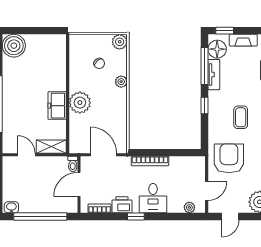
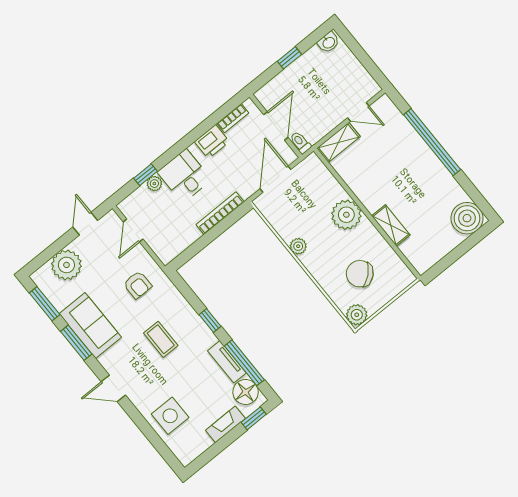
chair: (99, 63) -> (360, 274), width x1.87, depth x1.87
shelving: (60, 76) -> (391, 225), added
plant: (121, 82) -> (298, 246), moved
freezer: (57, 106) -> (368, 192), removed
door: (103, 155) -> (275, 179), swing flipped
armchair: (229, 158) -> (138, 285), width x0.53, depth x0.53
plant: (189, 207) -> (154, 184), moved
window: (40, 216) -> (289, 58), width x0.32
window: (136, 216) -> (146, 175), moved

